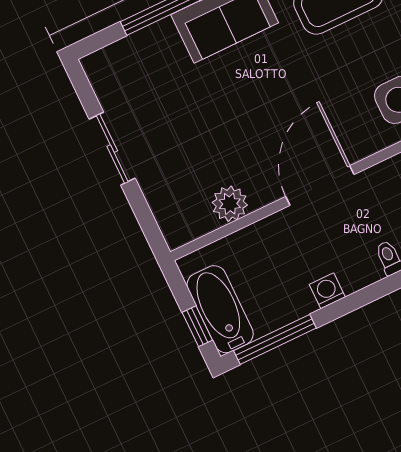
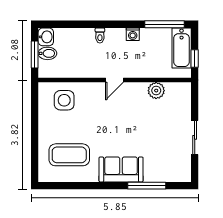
door: (320, 186) -> (115, 80), width x0.53
window: (197, 326) -> (195, 59), moved

